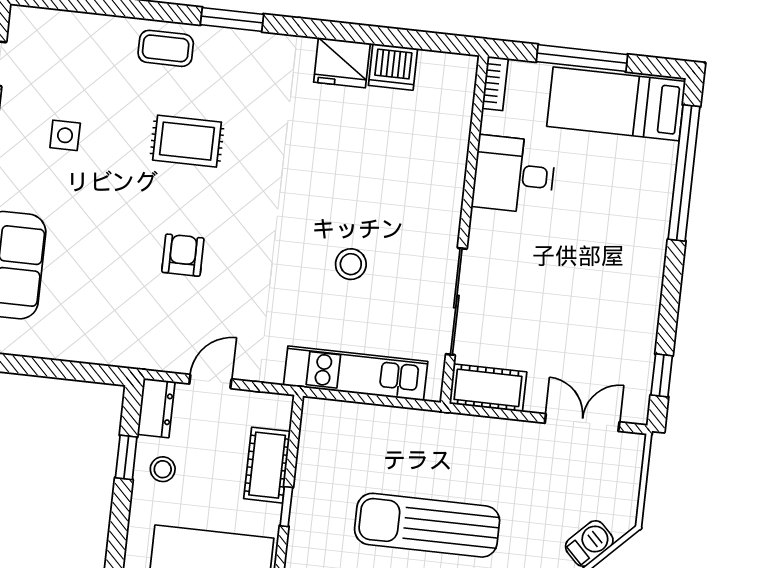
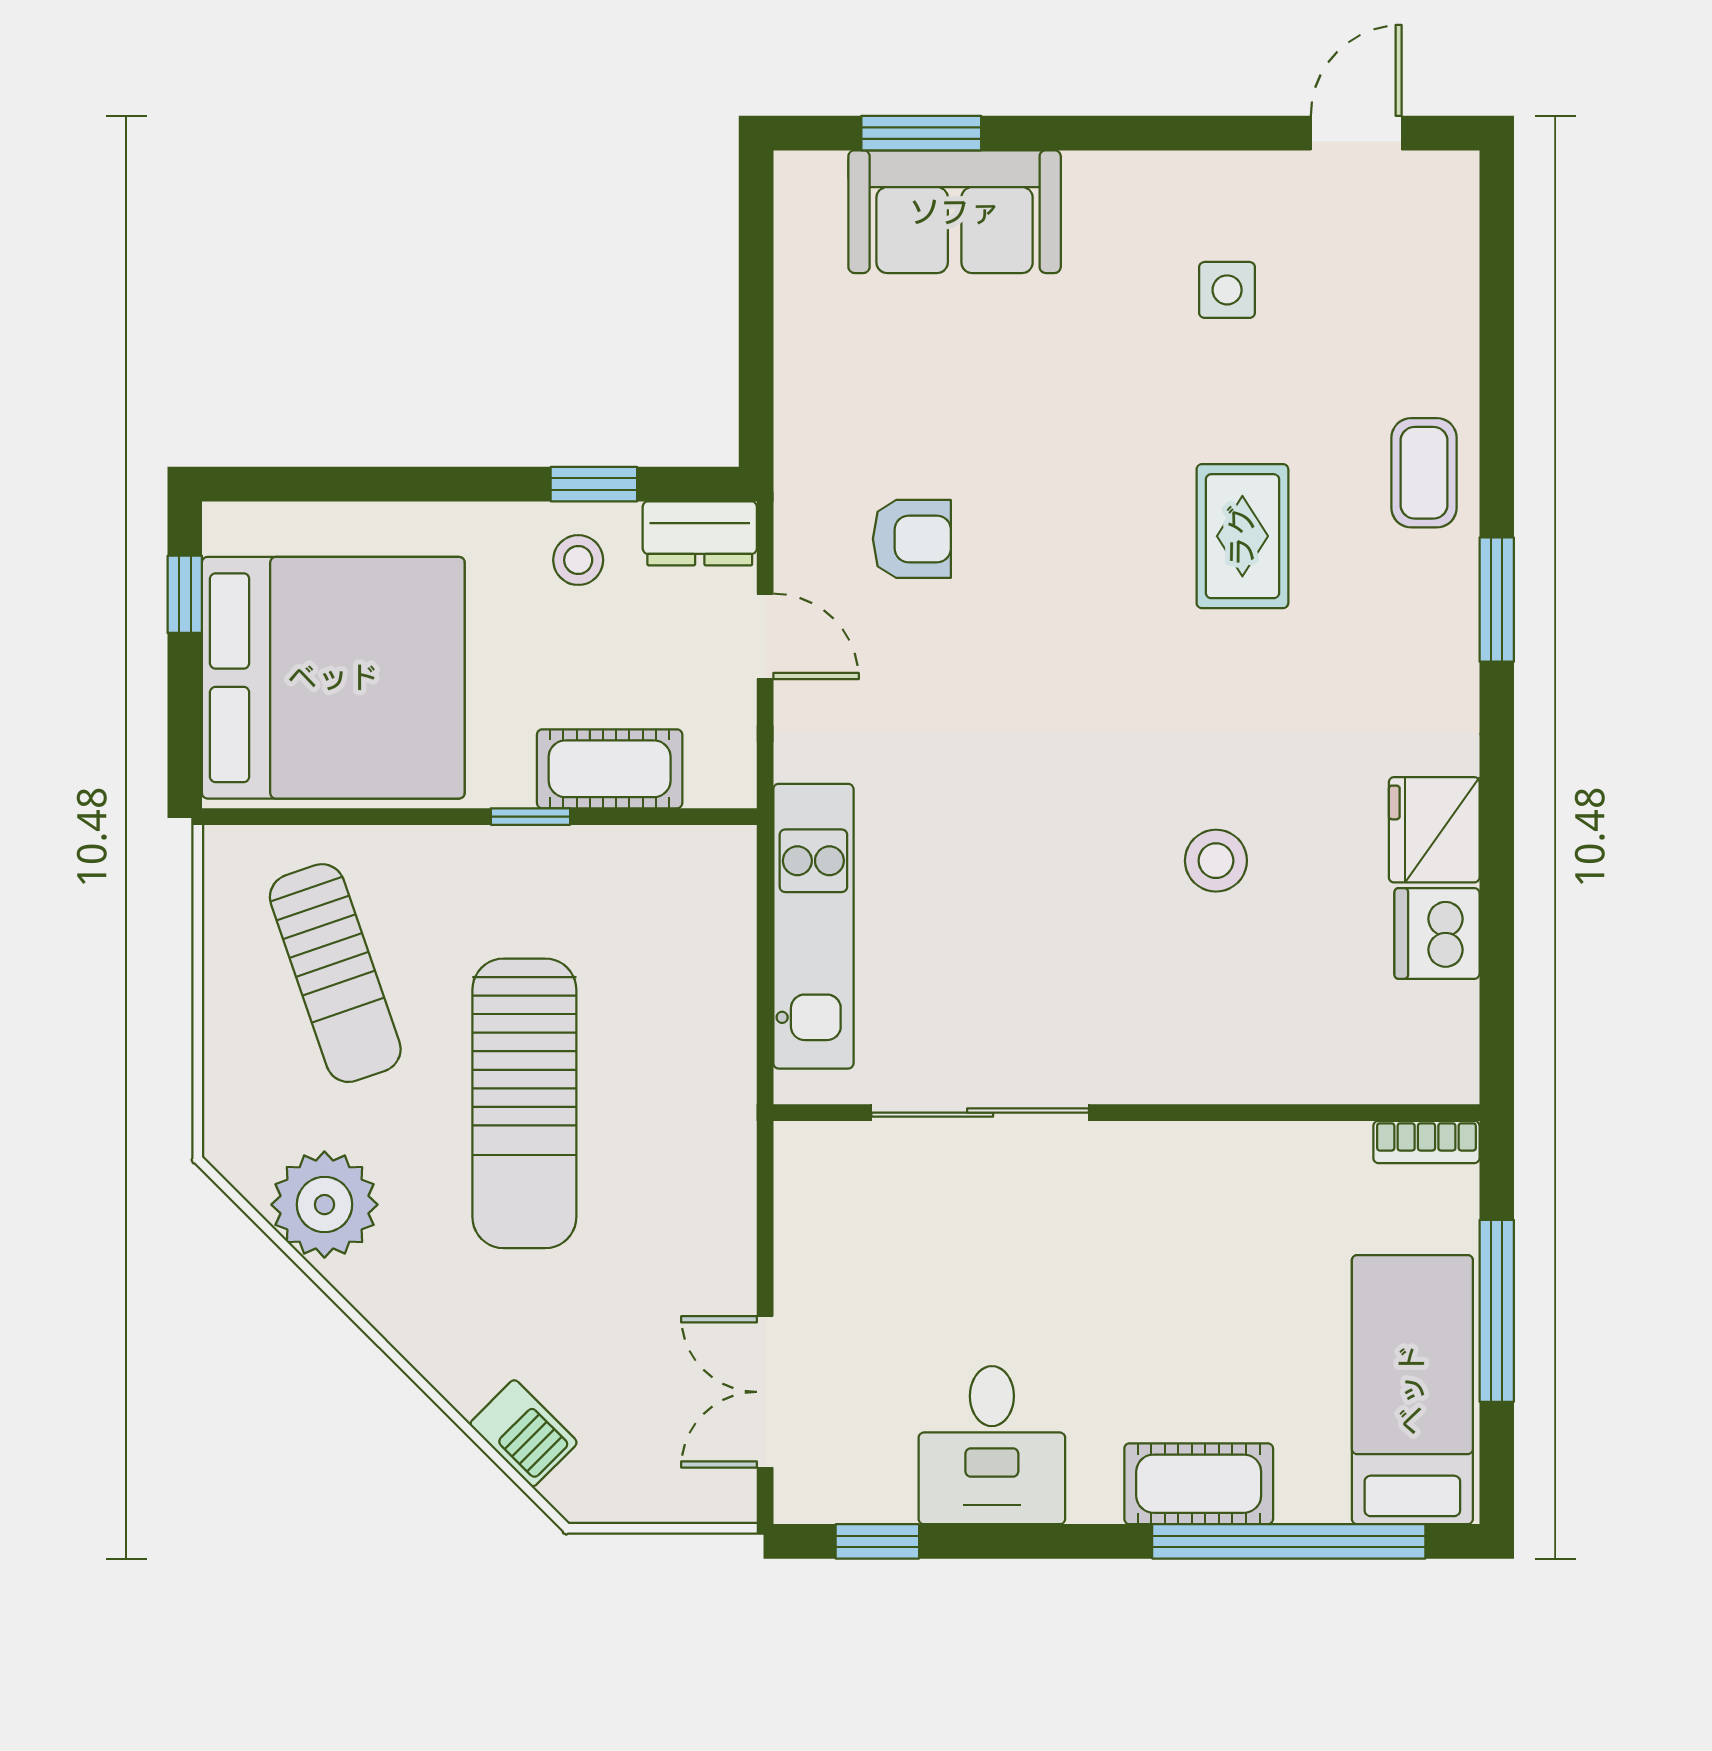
desk: (514, 175) -> (992, 1445), moved, turned 180
armchair: (183, 255) -> (912, 539), moved
stool: (351, 264) -> (1216, 861), moved
cot: (488, 388) -> (1199, 1484), moved, turned 90
double door: (582, 422) -> (765, 1392), swing flipped
sun lounger: (427, 525) -> (524, 1103), turned 180

